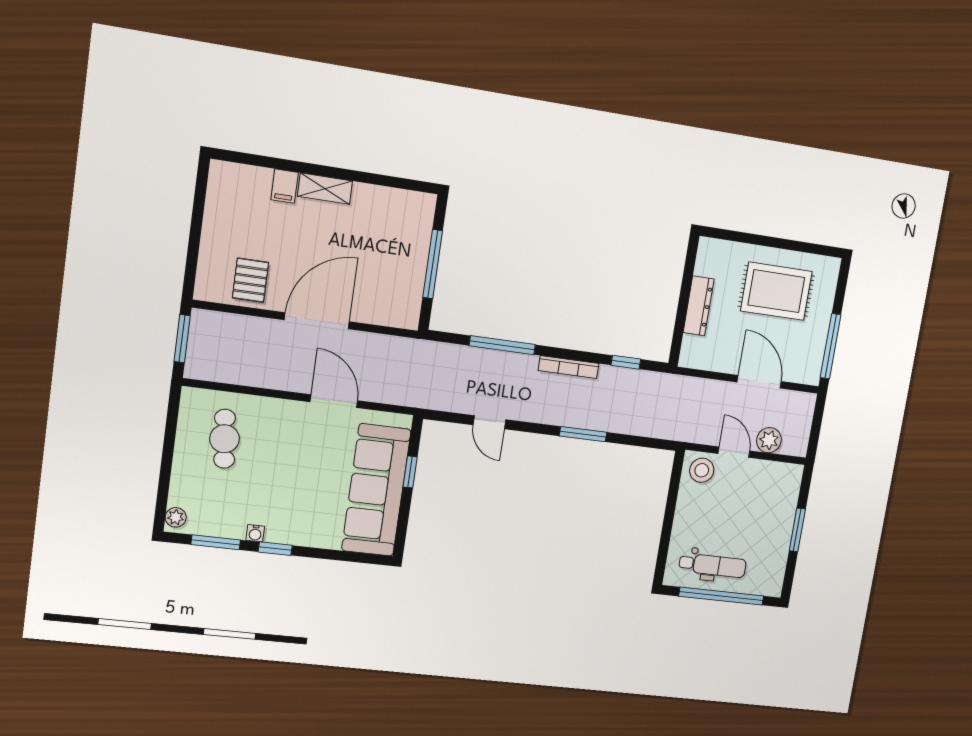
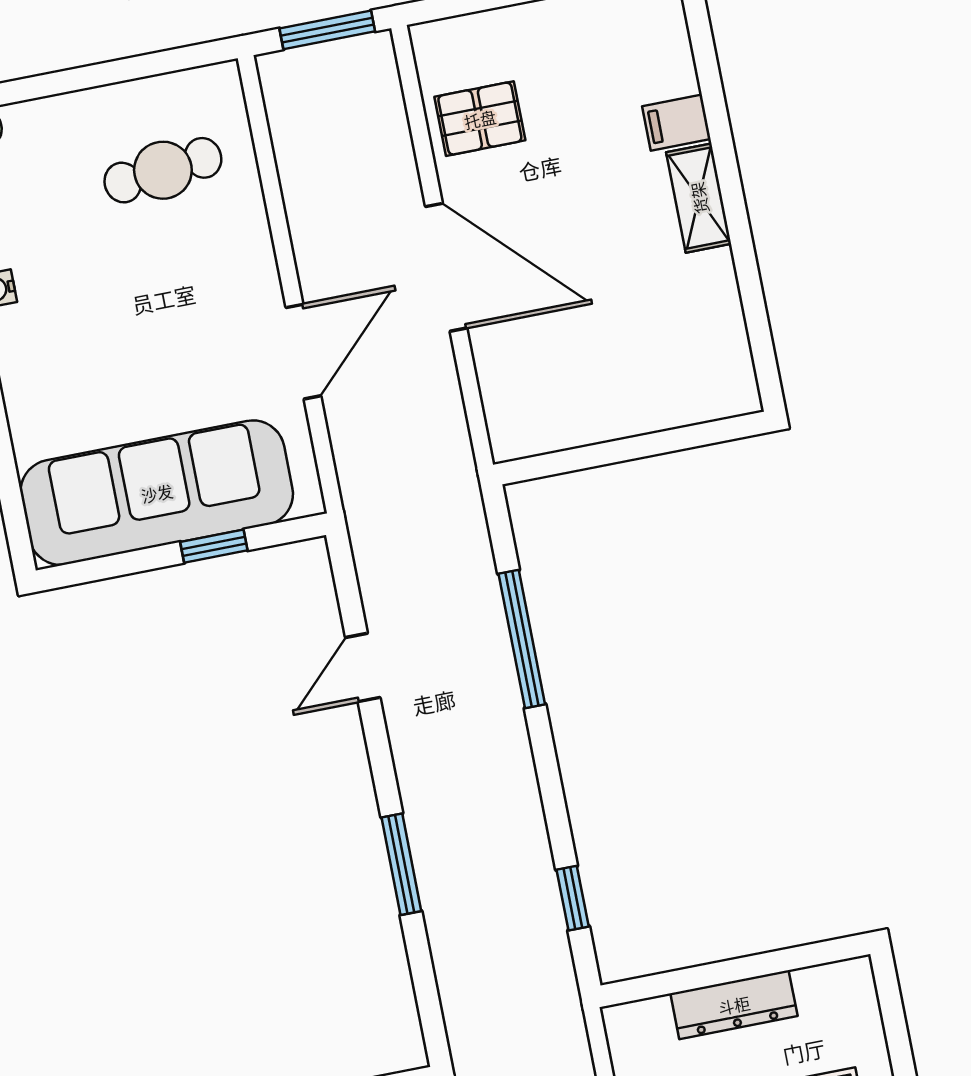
window: (433, 264) -> (630, 449), removed
bookcase: (569, 367) -> (524, 786), removed

